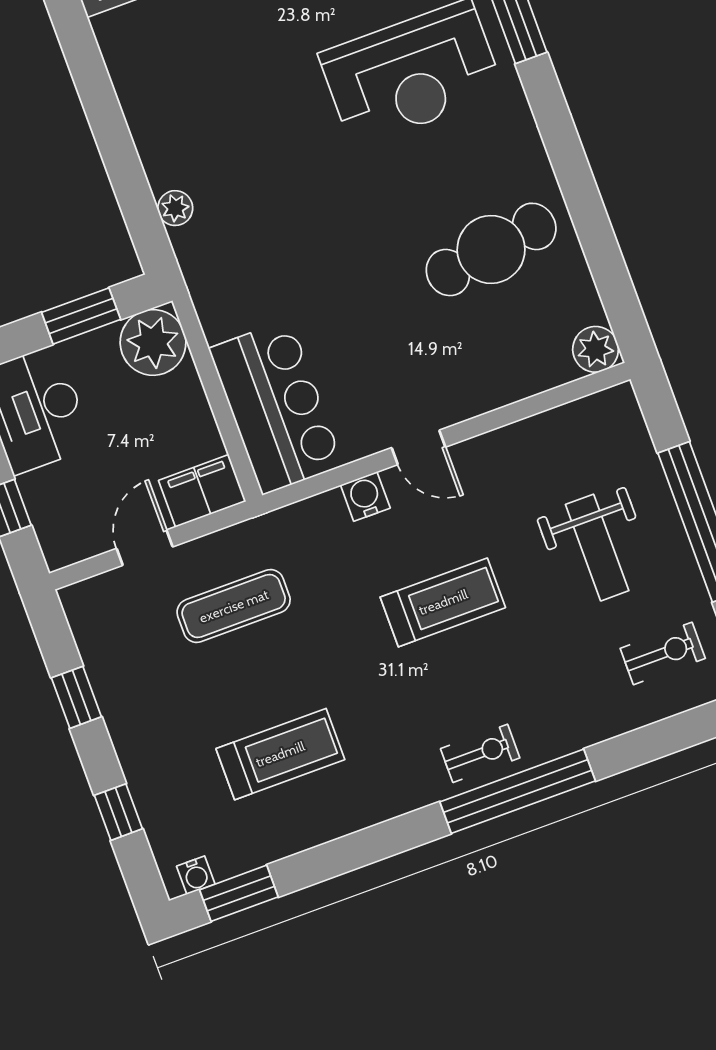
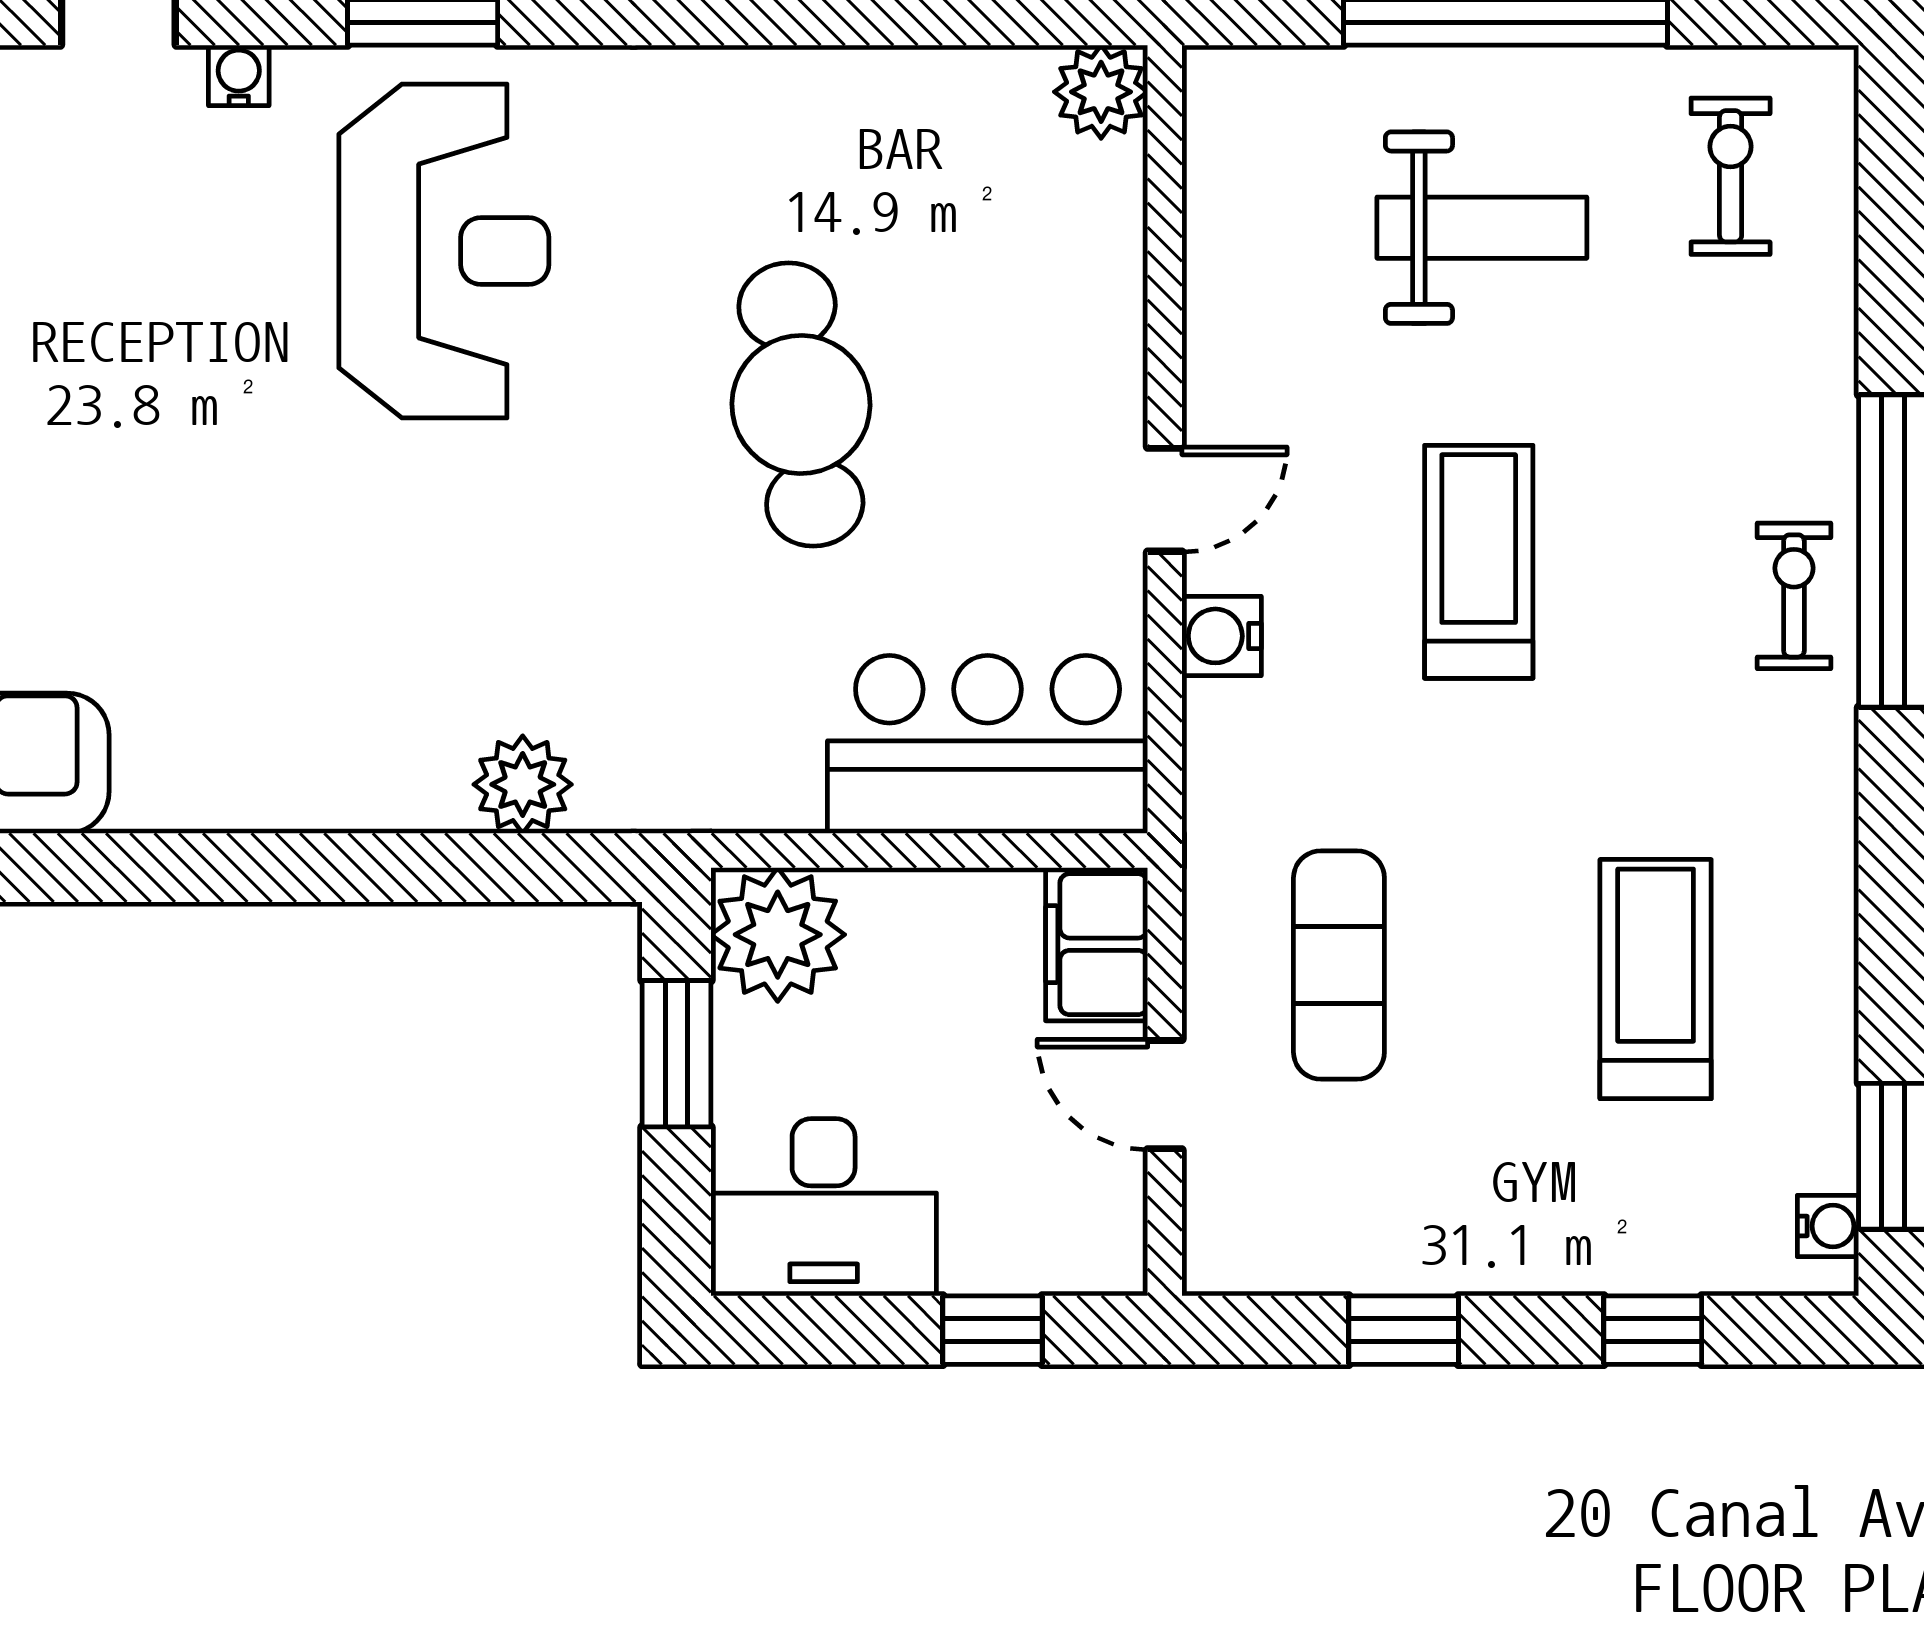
plant: (175, 208) -> (523, 784), width x1.38, depth x1.38
cafe table: (491, 249) -> (801, 405), moved

